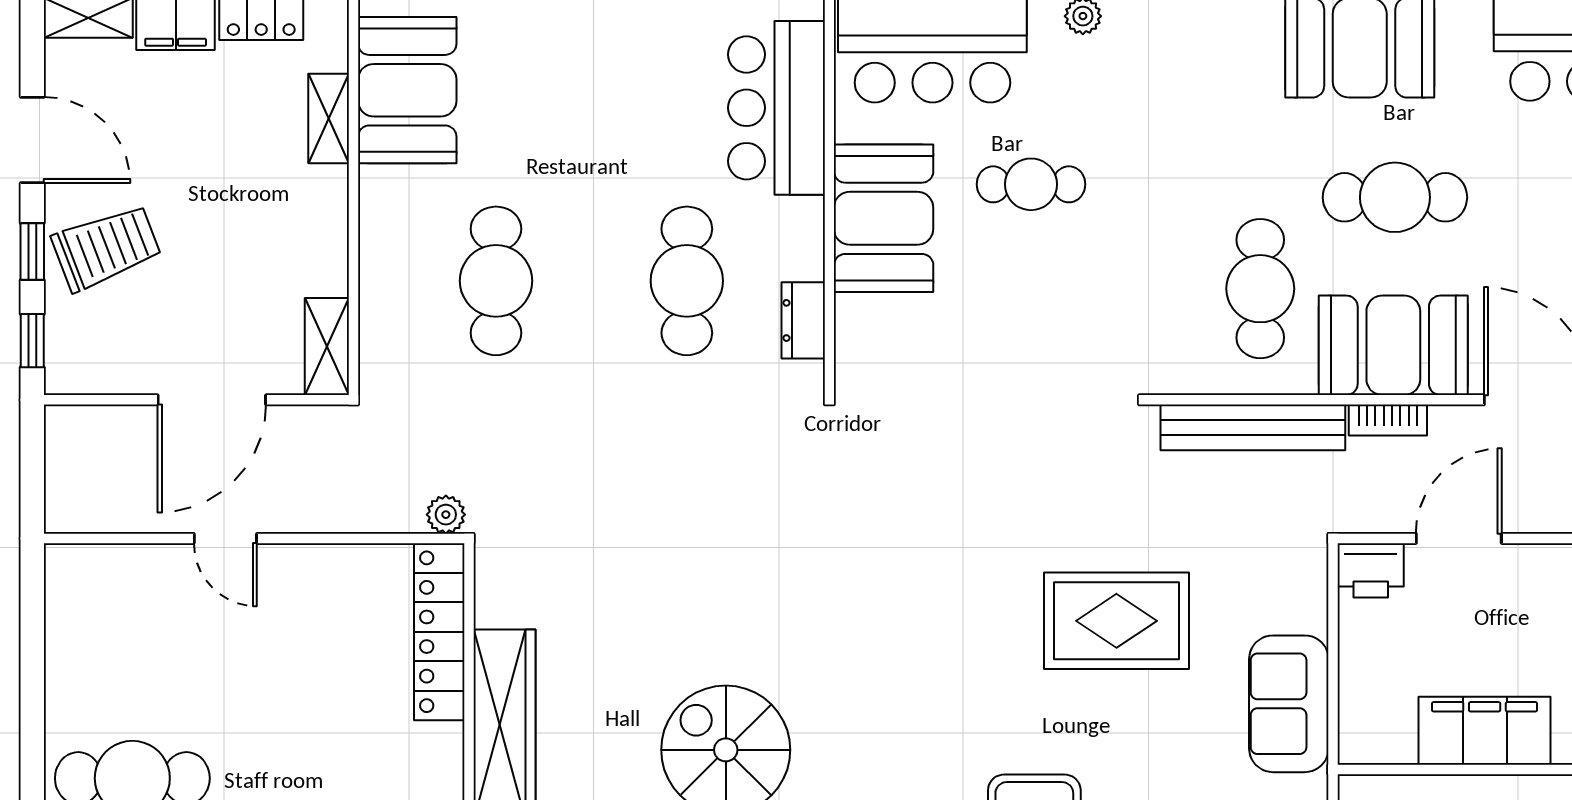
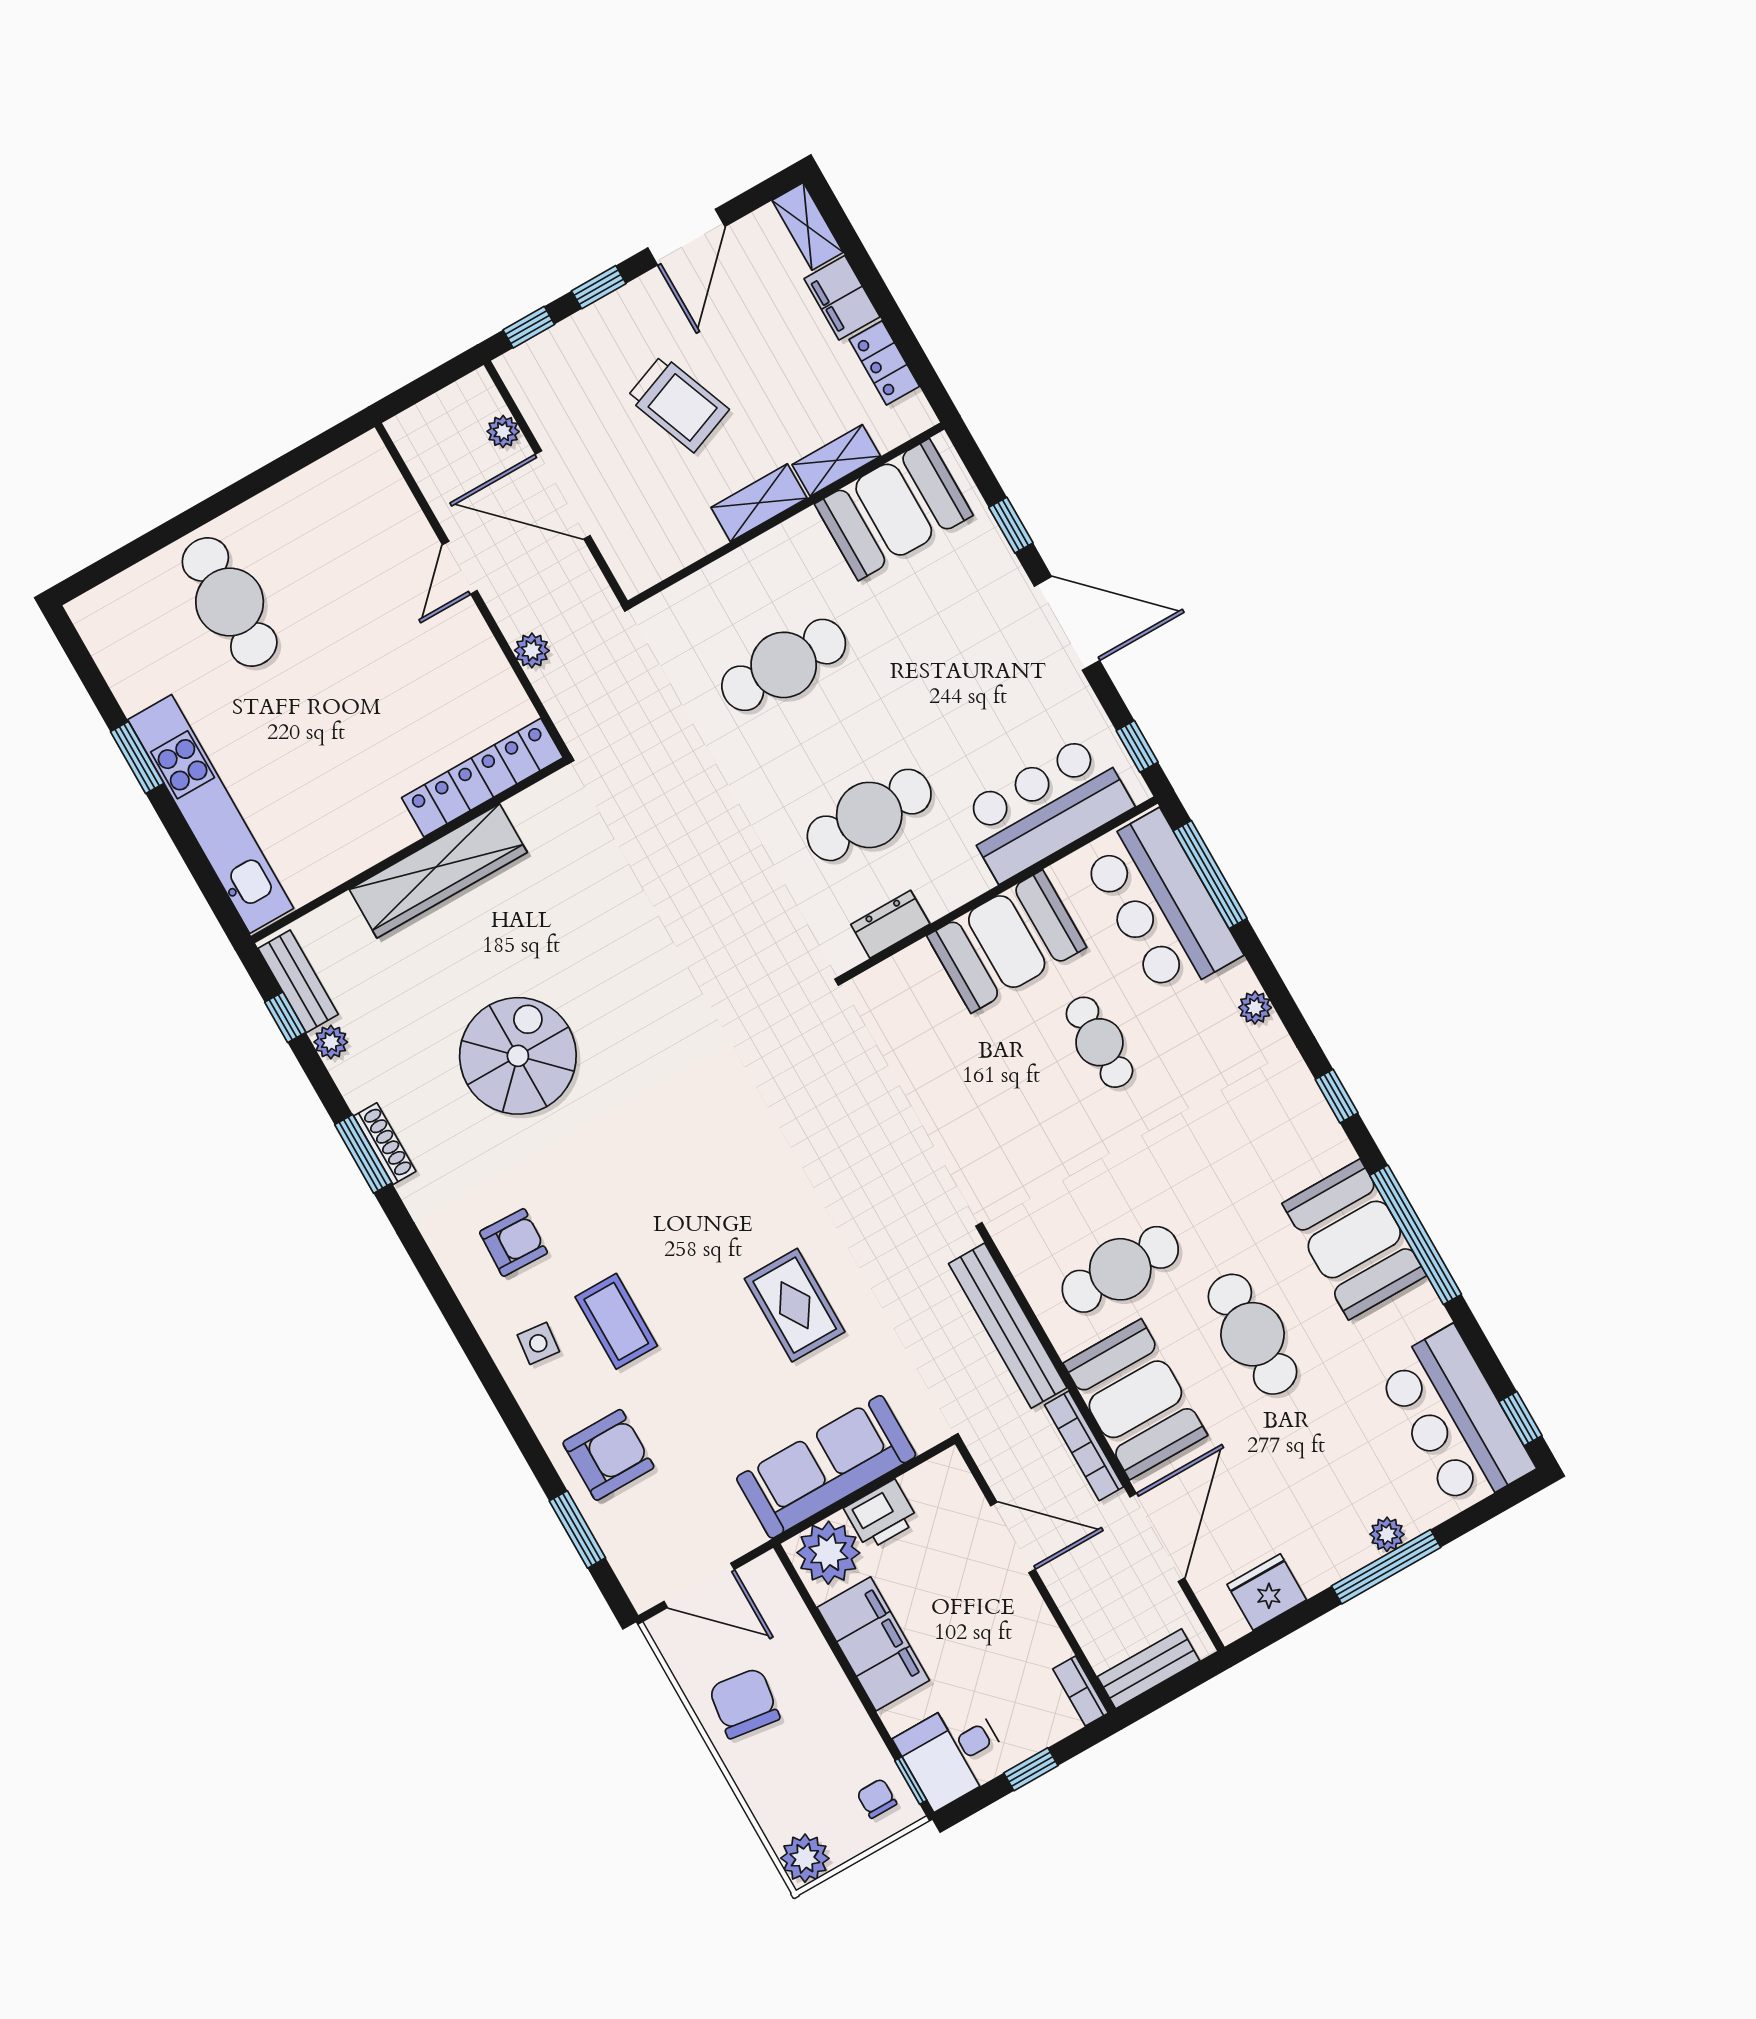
trolley: (106, 248) -> (678, 404), moved
shelving: (327, 346) -> (759, 503), moved
bookcase: (1388, 420) -> (1084, 1446), width x1.56
plant: (118, 422) -> (503, 432), added
plant: (446, 515) -> (532, 650), moved
printer: (1371, 570) -> (881, 1515), moved, turned -90
rug: (1116, 621) -> (795, 1305), width x0.73, depth x0.70
sofa: (1289, 704) -> (826, 1467), width x1.36
plant: (1373, 724) -> (828, 1553), added

